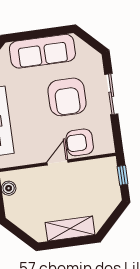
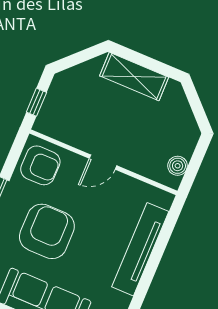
armchair: (80, 142) -> (40, 165), moved

